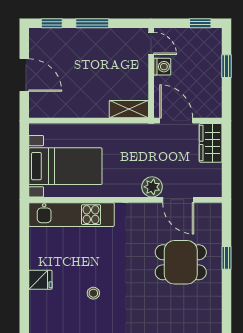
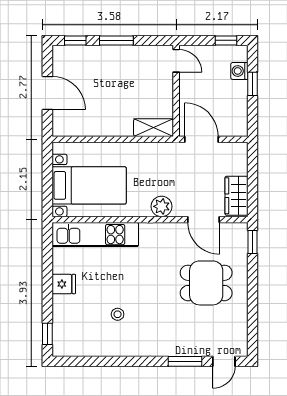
washing machine: (162, 67) -> (239, 71), moved, turned 180
wardrobe: (211, 143) -> (236, 196), moved
plant: (152, 187) -> (162, 206), moved
window: (226, 258) -> (253, 242), moved
fridge: (40, 280) -> (64, 284), moved
window: (24, 312) -> (47, 334), added

